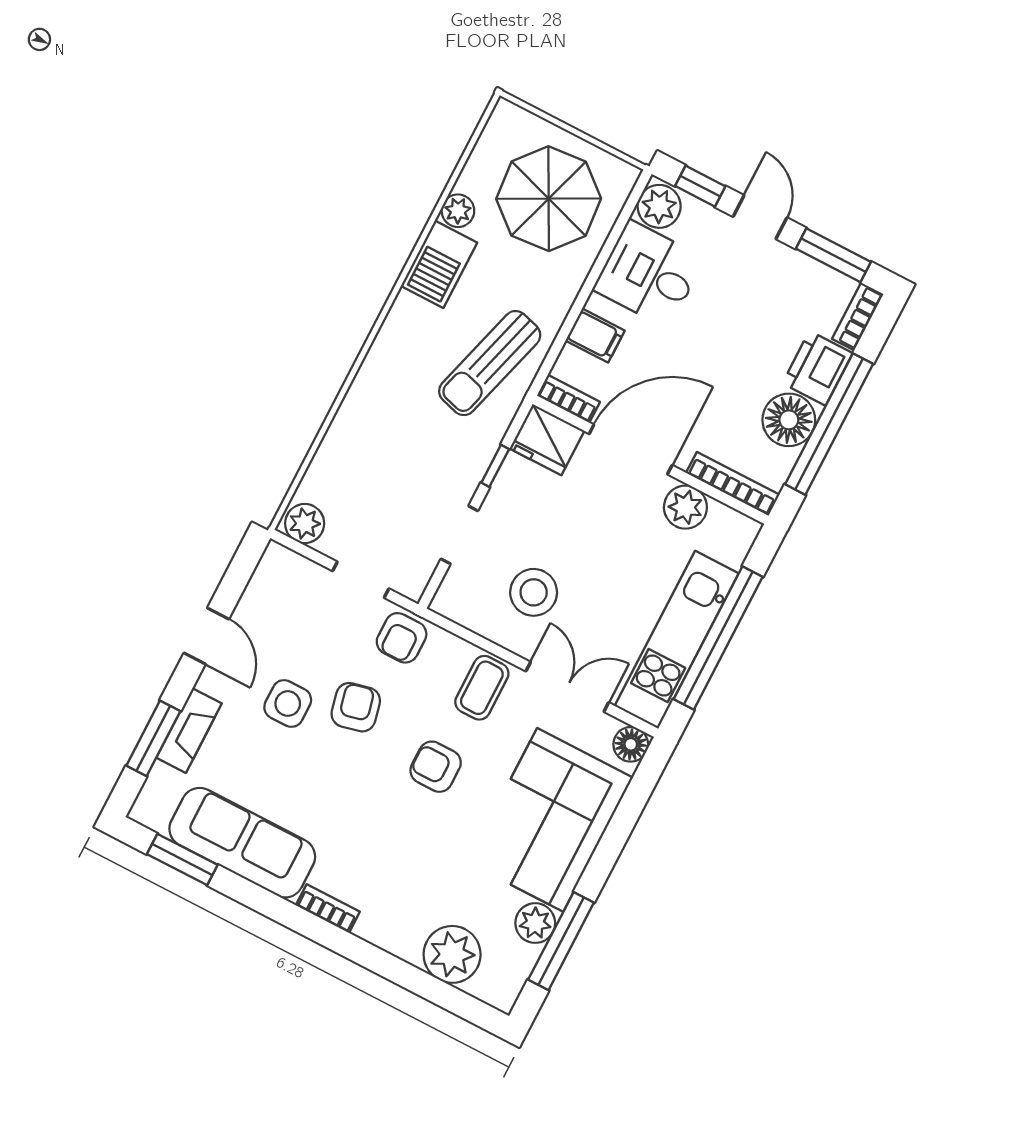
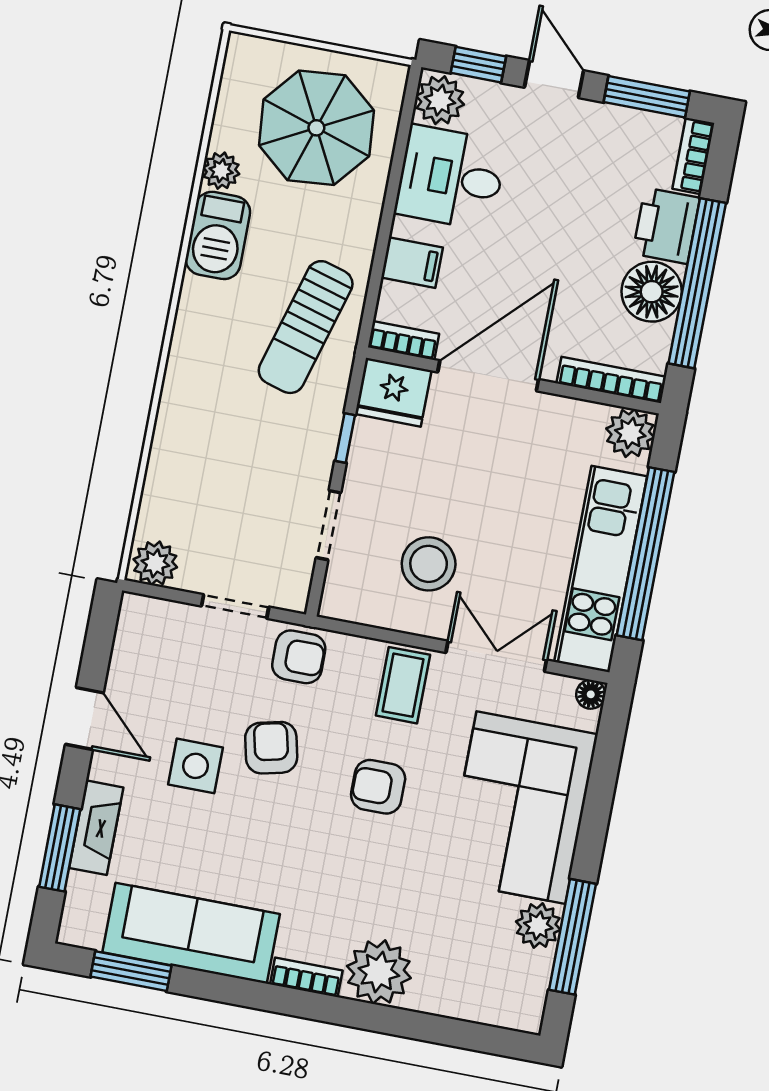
plant: (685, 507) -> (630, 433), moved
armchair: (402, 638) -> (299, 657), turned -90
floor lamp: (631, 744) -> (591, 694), width x0.73, depth x0.73
plant: (452, 954) -> (379, 972), moved

